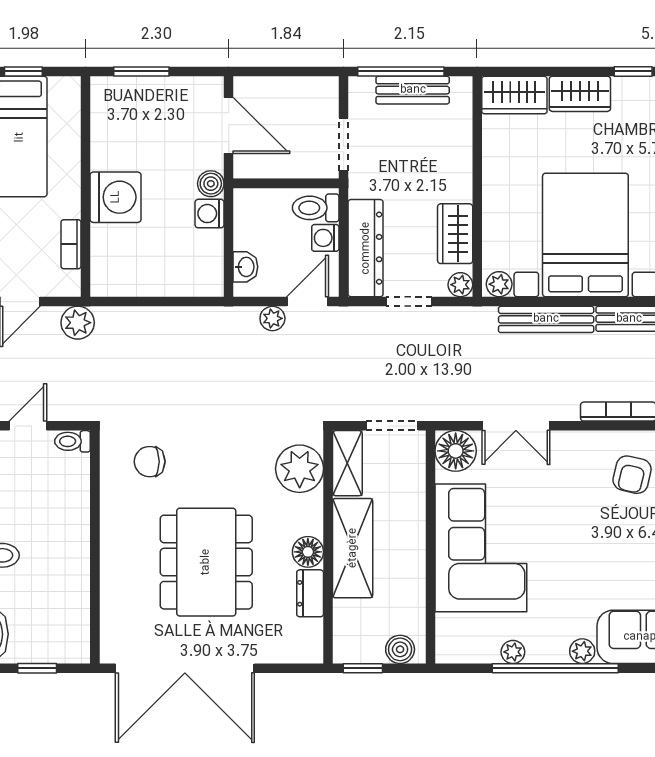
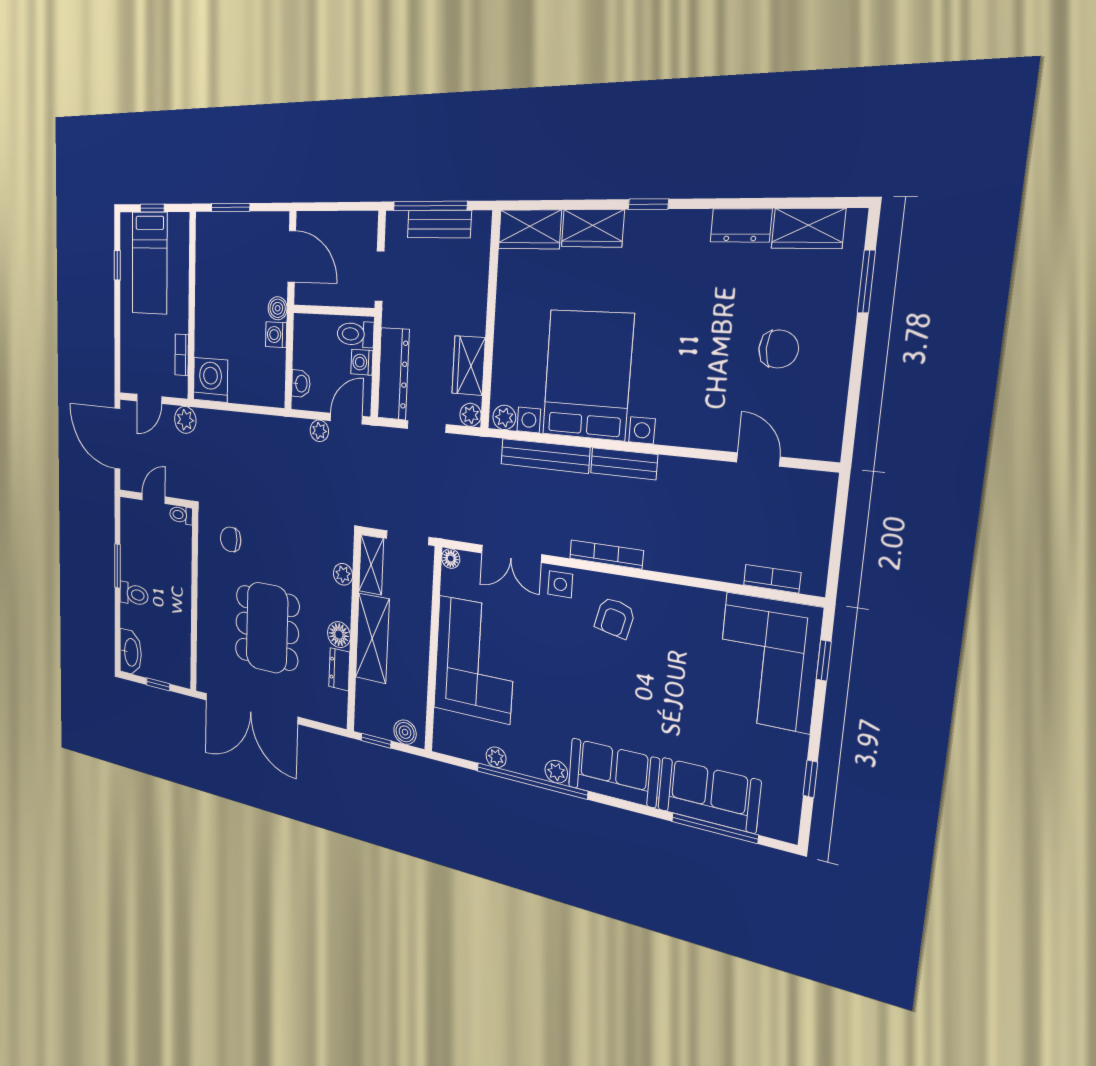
washing machine: (116, 197) -> (210, 380), moved, turned -90
side table: (572, 450) -> (560, 584), added
floor lamp: (456, 451) -> (451, 559), width x0.53, depth x0.53
plant: (300, 469) -> (343, 574), width x0.53, depth x0.53

